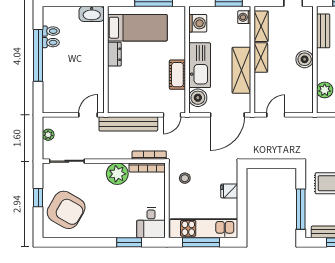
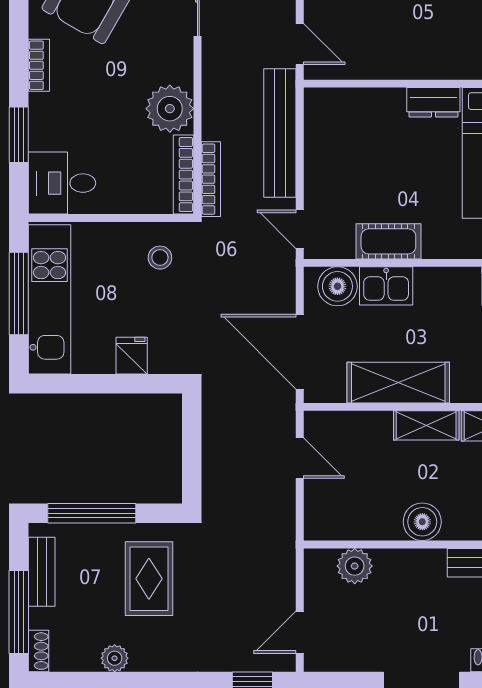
kitchen sink: (200, 65) -> (386, 286), width x0.53, depth x0.81
bookcase: (98, 233) -> (39, 65), added

